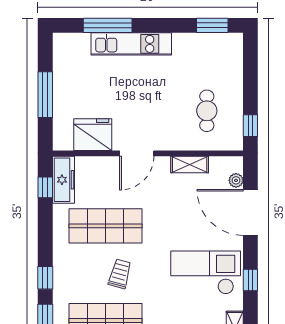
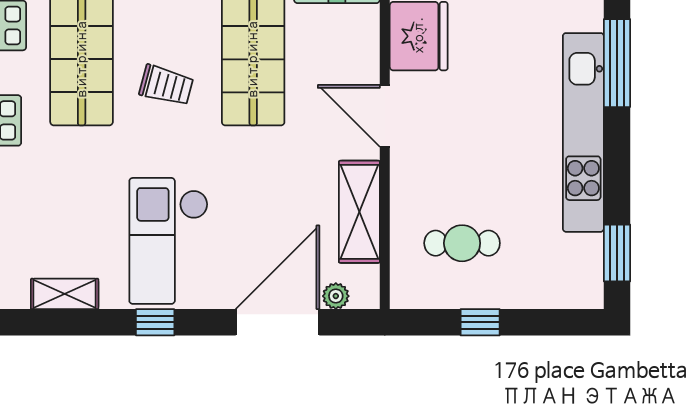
kitchen unit: (131, 44) -> (583, 132), width x1.36
window: (250, 126) -> (480, 322), moved
shelving: (190, 165) -> (359, 212), width x1.50, depth x1.33
checkout: (206, 273) -> (169, 241), turned 180

